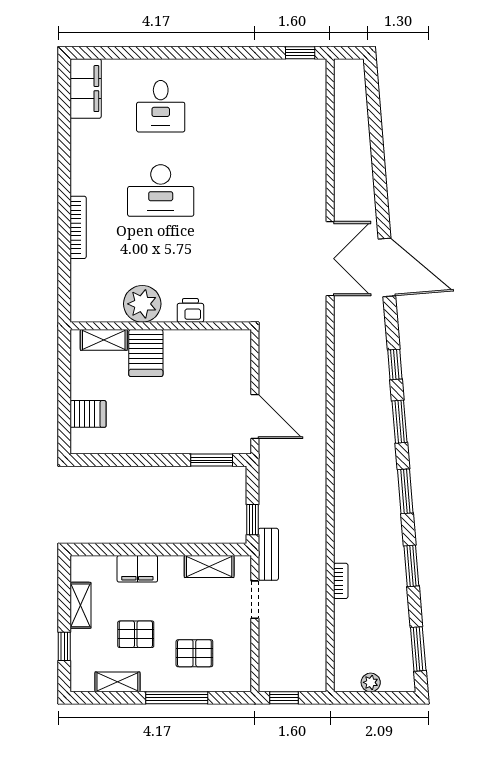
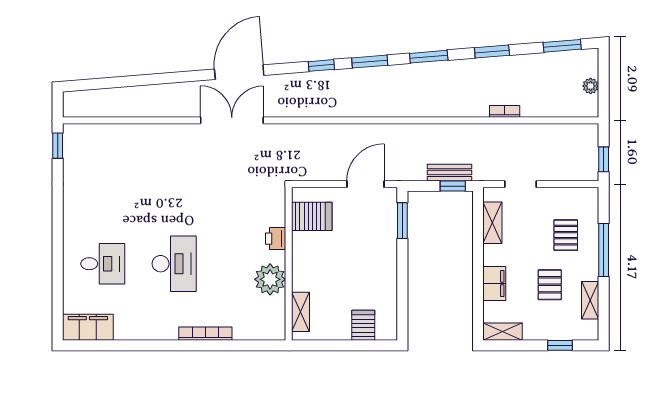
server rack: (146, 353) -> (312, 216), moved
bench: (268, 554) -> (449, 173), moved
shelving: (80, 605) -> (503, 332), moved

